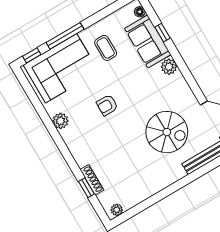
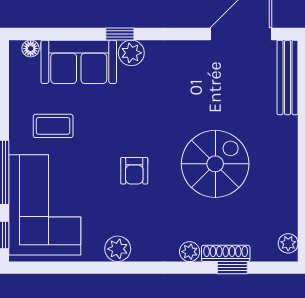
window: (162, 33) -> (120, 34), moved
spiral stairs: (167, 132) -> (215, 164), moved
plant: (81, 160) -> (190, 252), added

